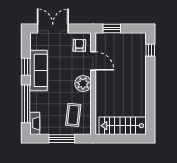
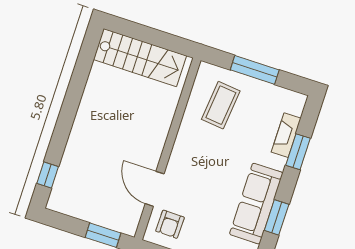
plant: (83, 84) -> (185, 155), removed
window: (26, 104) -> (298, 152), width x0.47
fireplace: (35, 123) -> (286, 135), moved

